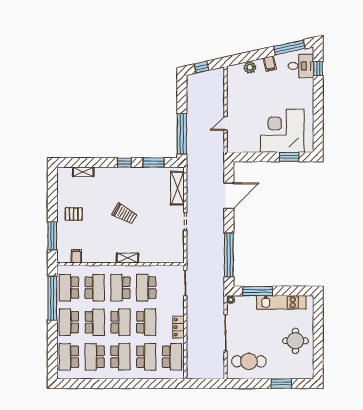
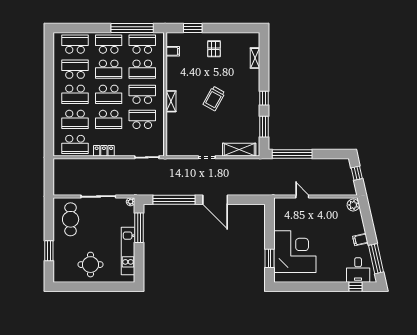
plant: (250, 67) -> (353, 205), moved
door: (229, 196) -> (215, 200), moved
window: (52, 236) -> (193, 28), width x0.69

